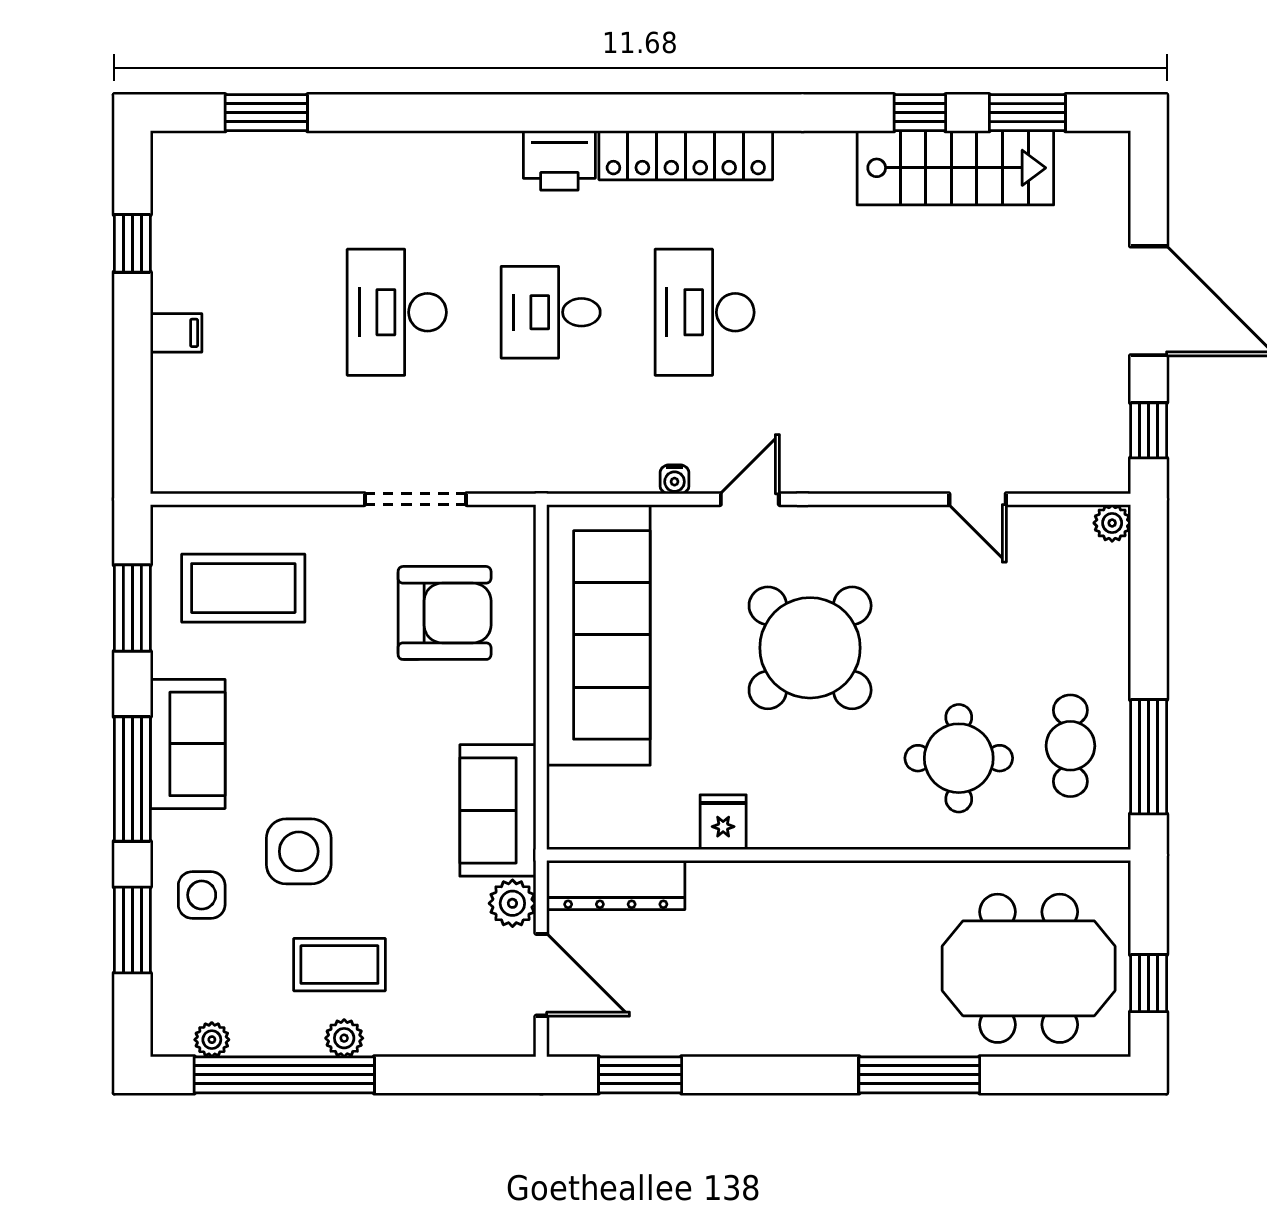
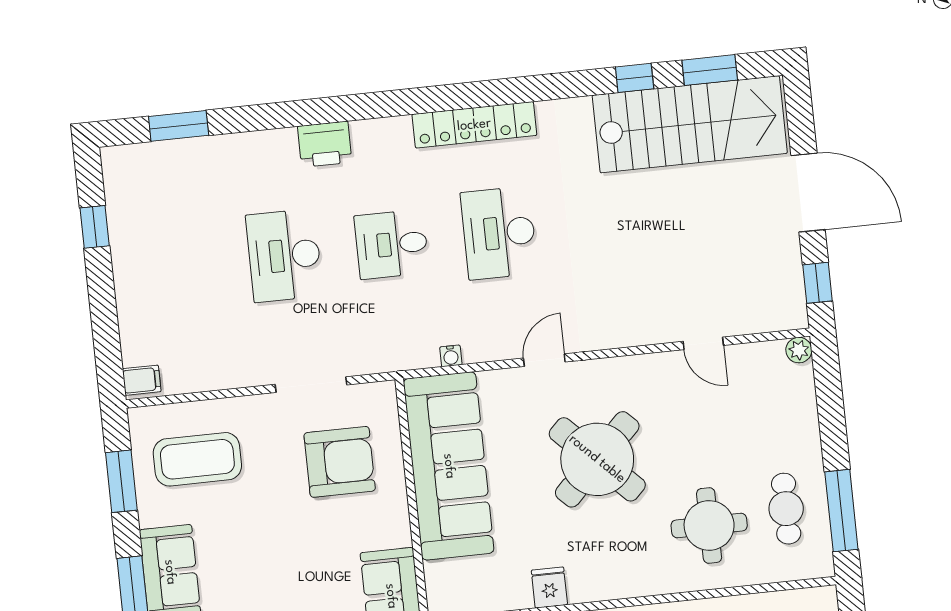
printer: (559, 160) -> (325, 144), moved
stairs: (955, 168) -> (690, 124), width x1.36, depth x1.51
filing cabinet: (176, 333) -> (142, 380), moved
water cooler: (675, 479) -> (451, 356), moved

